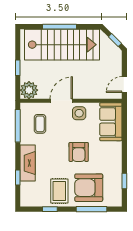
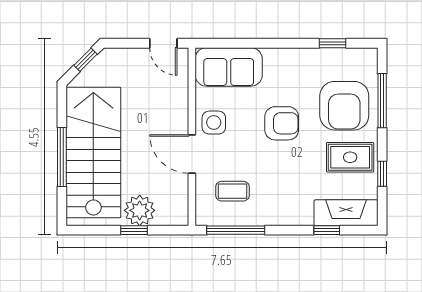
plant: (29, 90) -> (140, 210), moved
fireplace: (28, 163) -> (346, 213), moved

